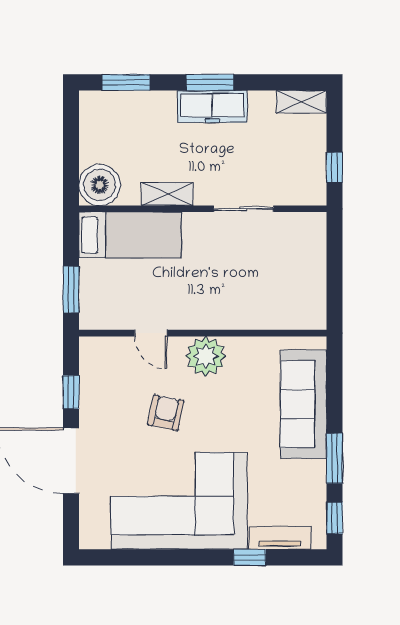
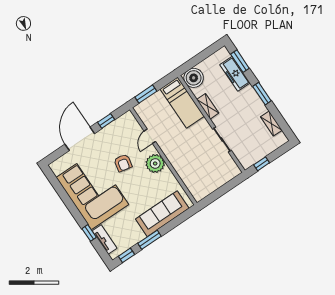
shelving: (301, 102) -> (271, 123), moved
freezer: (212, 106) -> (235, 74), moved
armchair: (166, 413) -> (123, 163), turned 90

